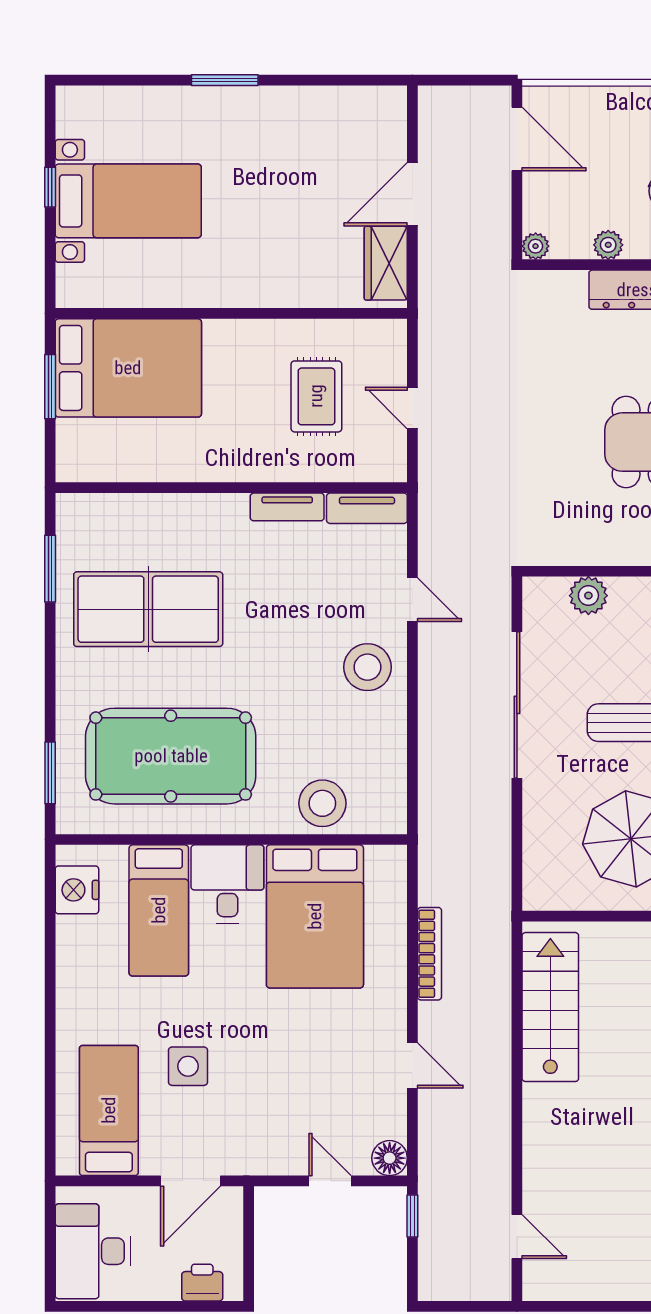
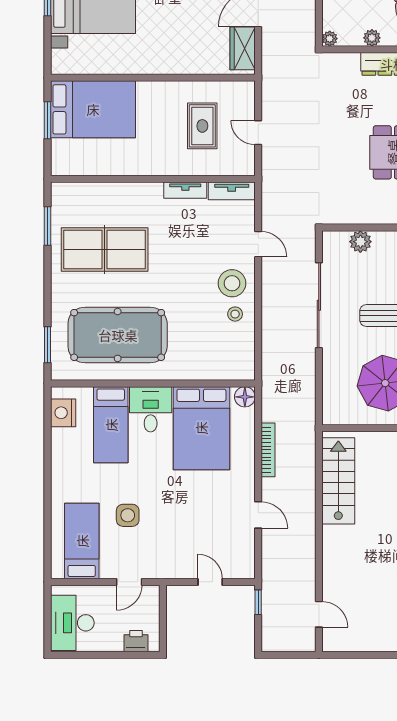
stool: (322, 803) -> (235, 314), moved, width x0.53, depth x0.53
floor lamp: (390, 1158) -> (245, 397), moved
door: (191, 1181) -> (129, 582), width x0.73

